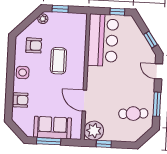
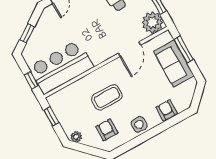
window: (60, 9) -> (51, 116), moved
window: (117, 12) -> (31, 80), moved
window: (150, 40) -> (27, 33), moved
window: (49, 141) -> (184, 49), moved

